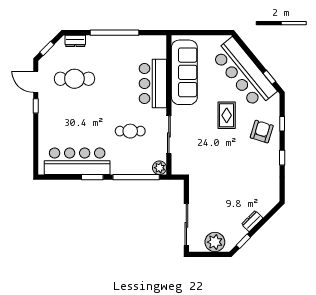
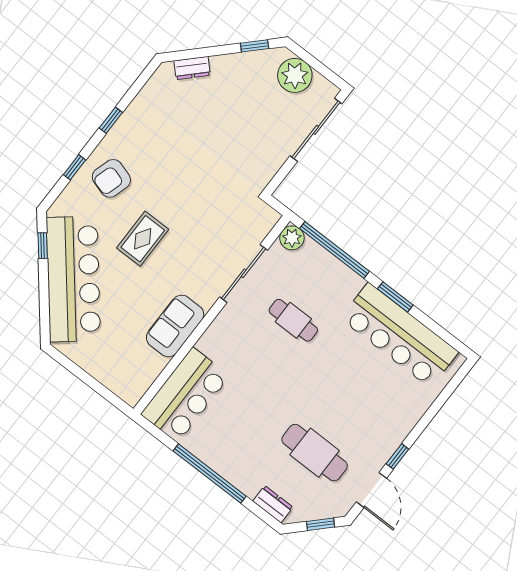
sofa: (184, 72) -> (175, 326), width x0.54, depth x0.79
bar counter: (153, 83) -> (185, 395), moved
dresser: (252, 221) -> (192, 68), moved

